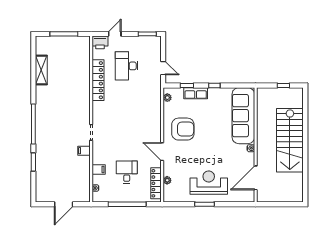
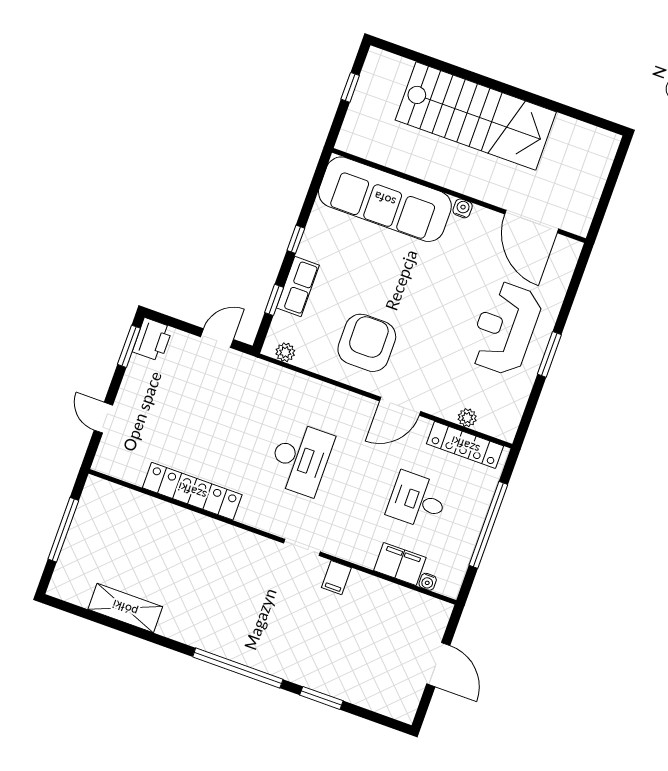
printer: (100, 42) -> (153, 340), moved
desk: (127, 66) -> (300, 459), moved, turned -90
filing cabinet: (99, 169) -> (400, 564), width x2.00

